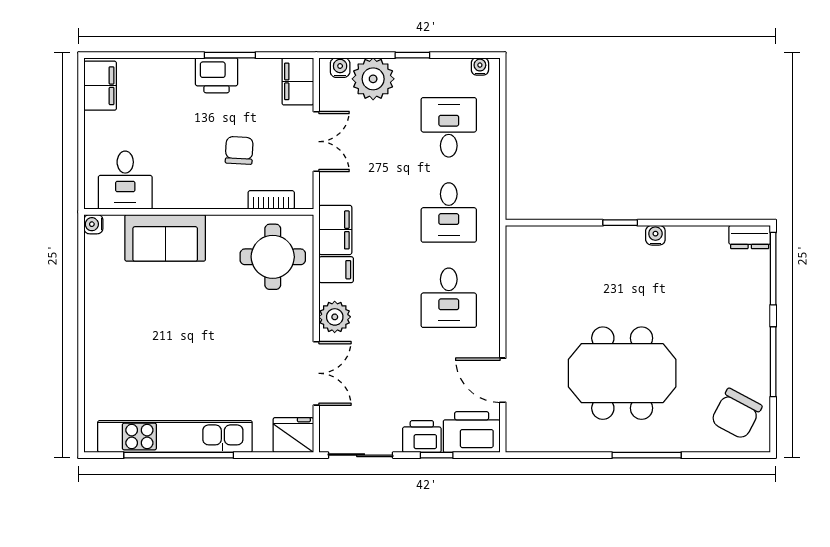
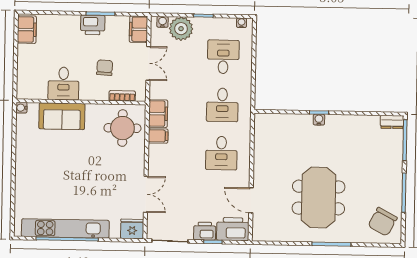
desk: (125, 180) -> (64, 84), moved
water cooler: (655, 235) -> (319, 120), moved
plant: (335, 317) -> (157, 163), removed
meeting table: (622, 373) -> (319, 198), turned 90

